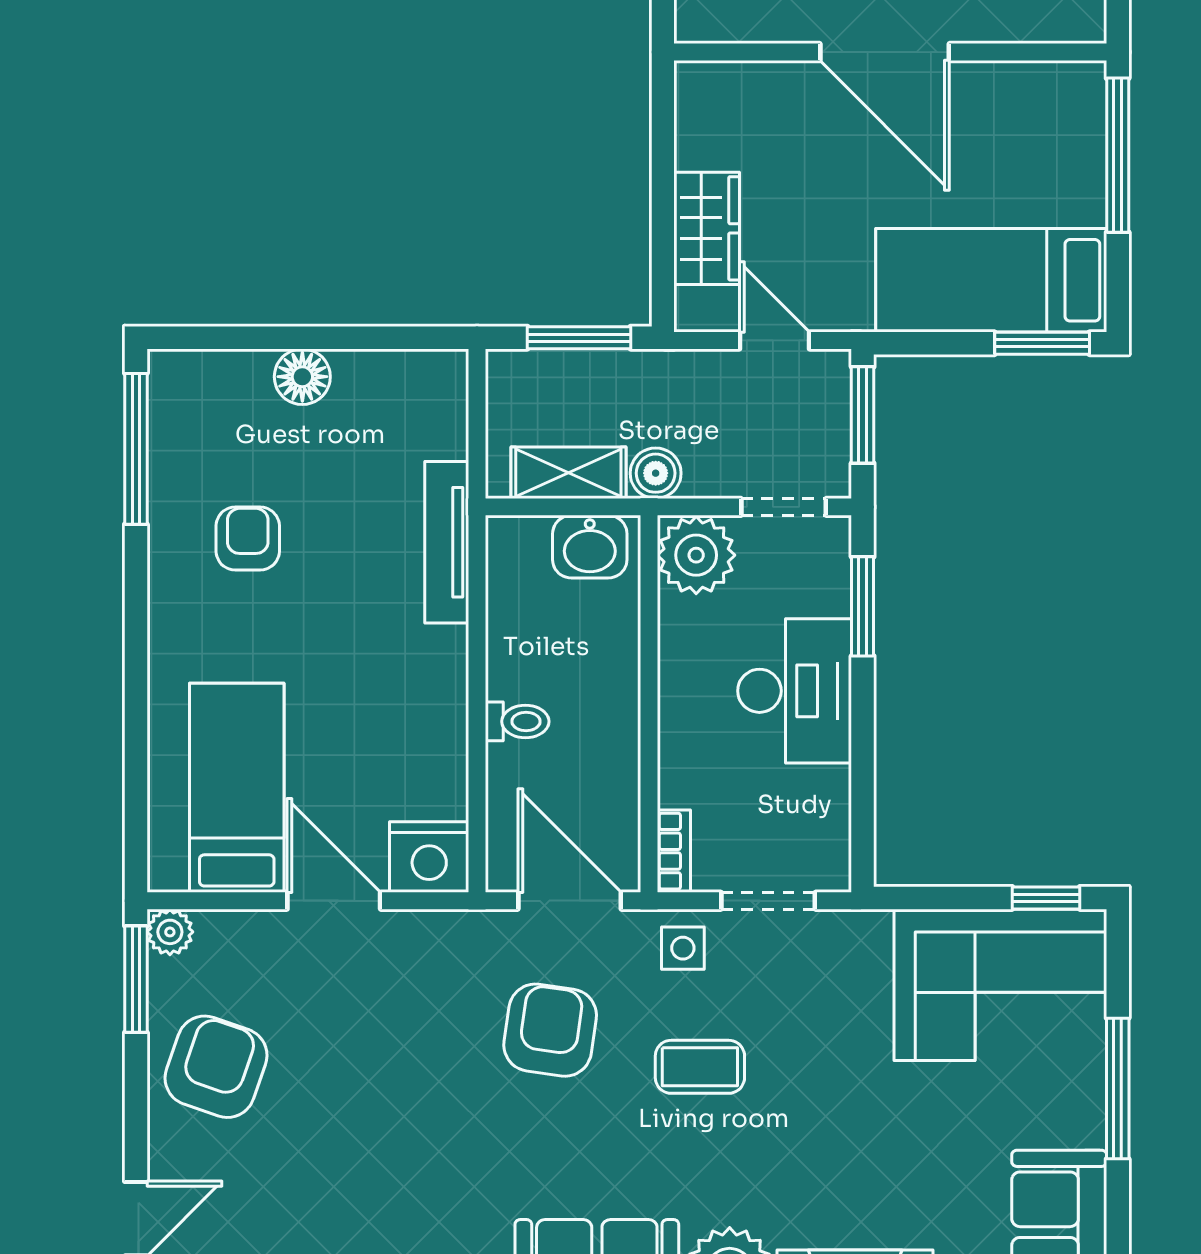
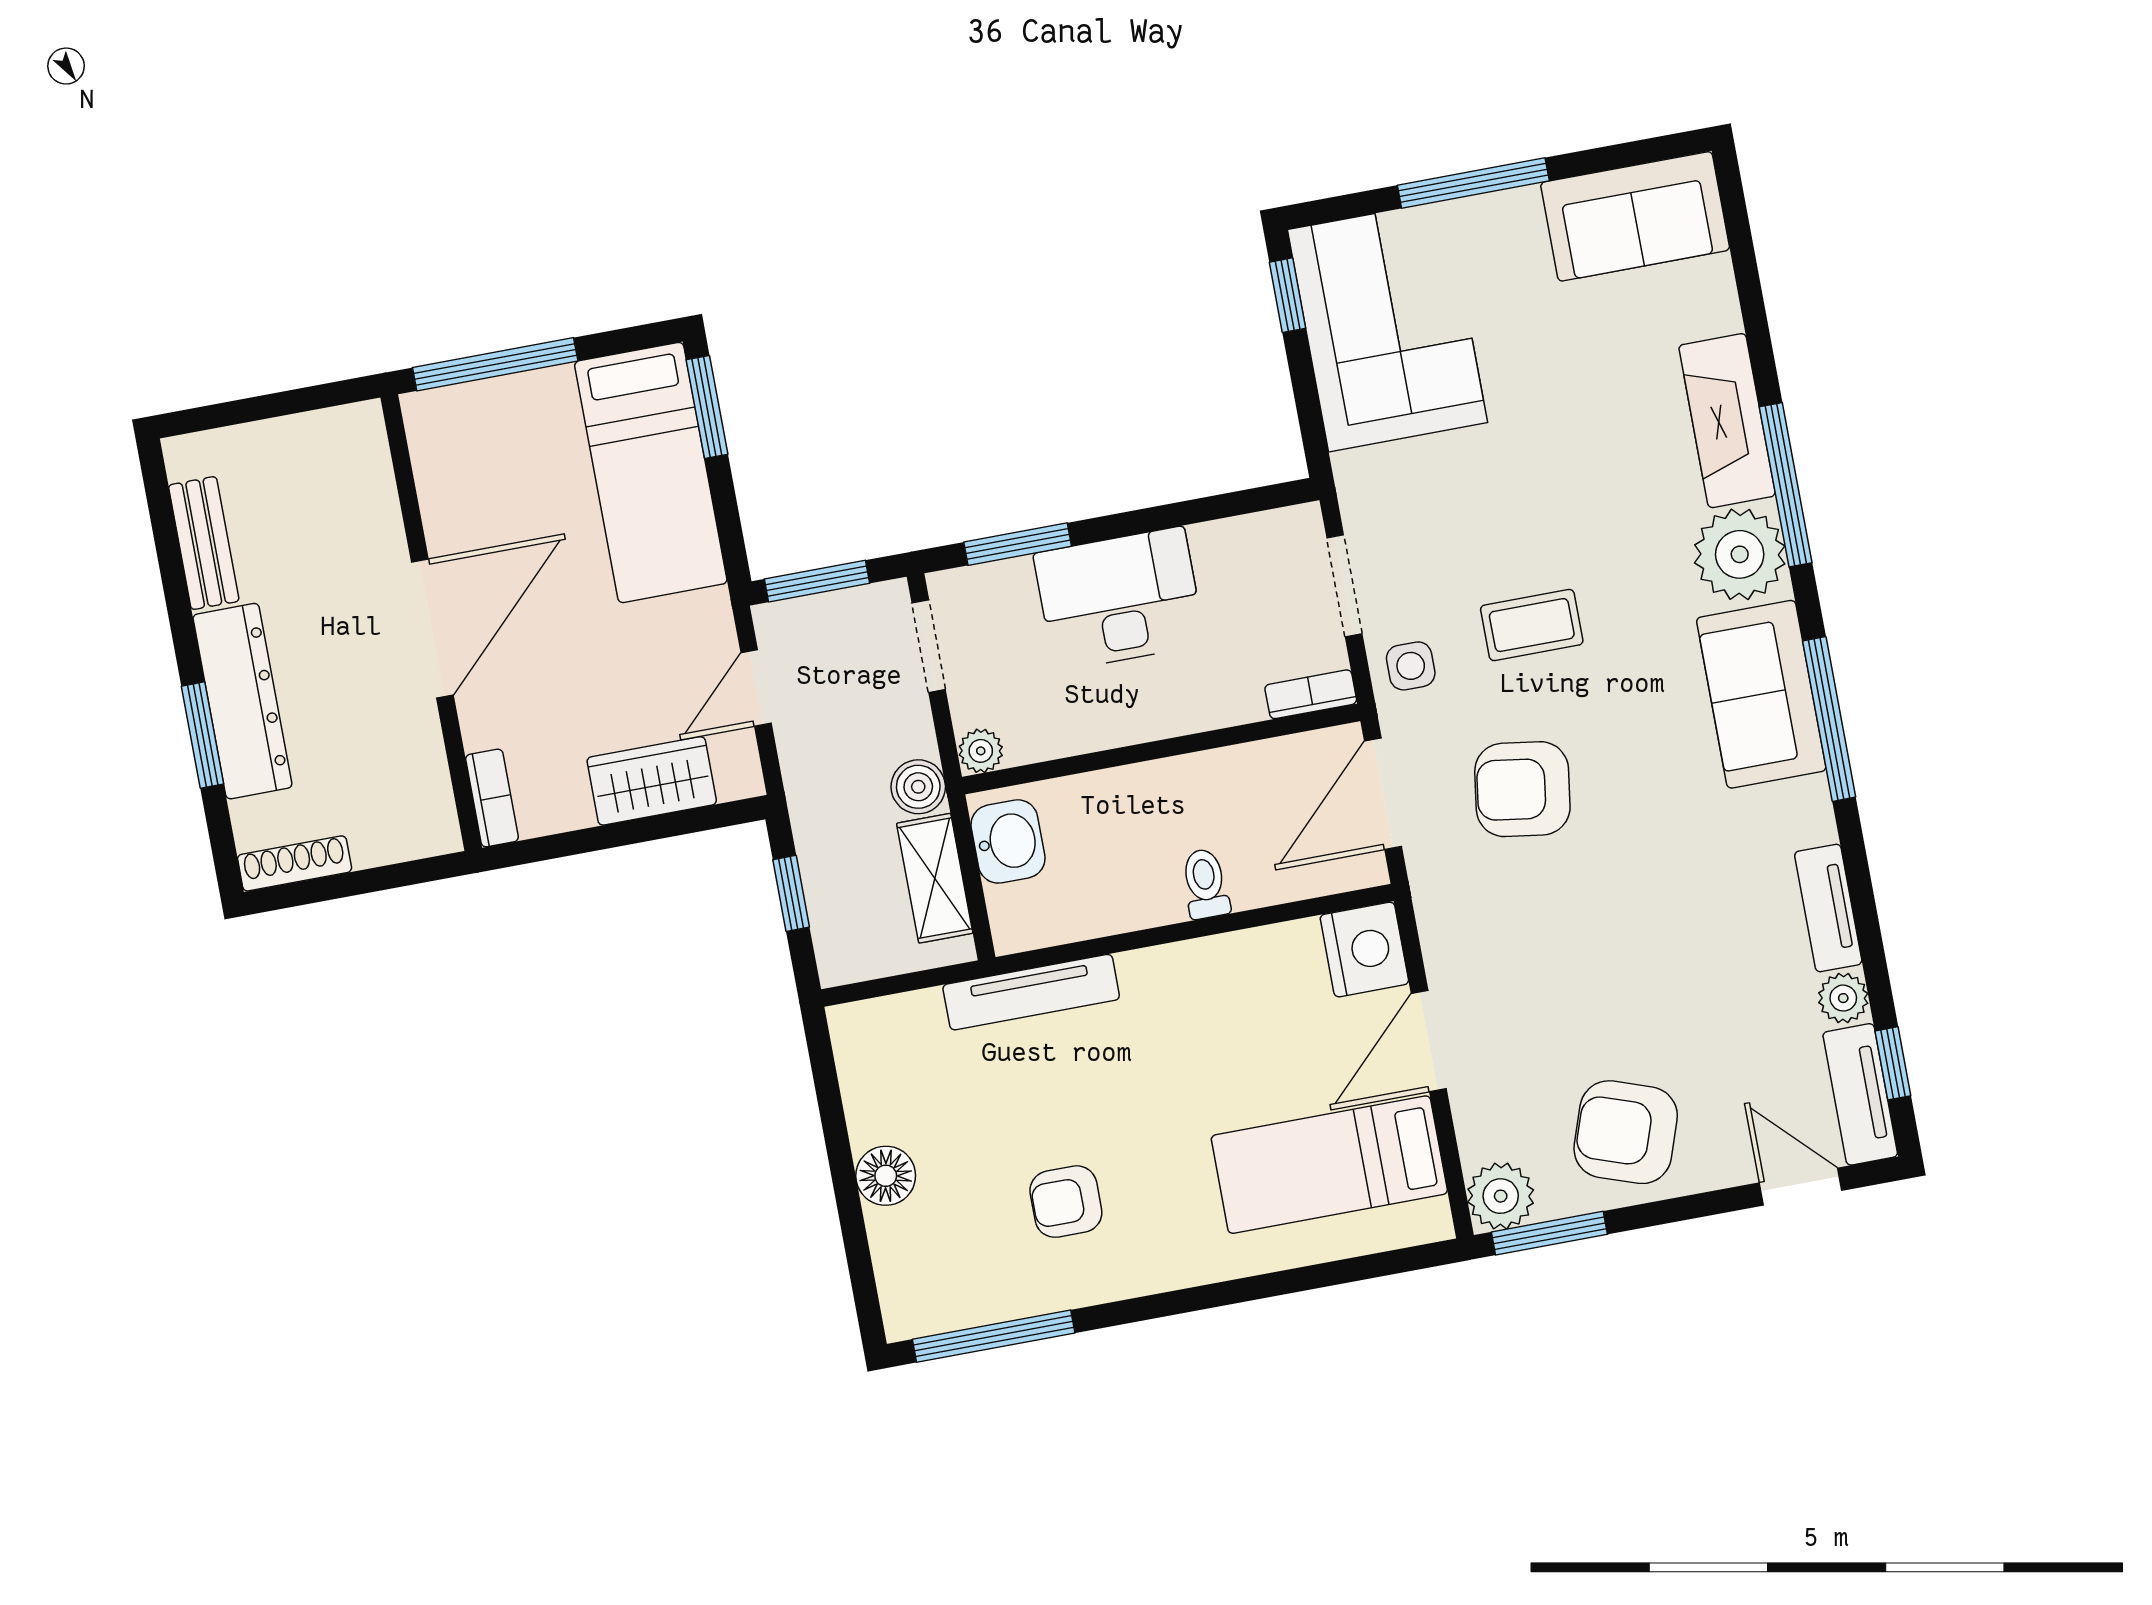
bookcase: (718, 78) -> (492, 798), added
window: (579, 338) -> (791, 893), width x0.67
plant: (696, 555) -> (981, 751), width x0.53, depth x0.53
plant: (170, 932) -> (1501, 1196), width x1.38, depth x1.38
coffee table: (700, 1067) -> (1532, 625), turned 90

